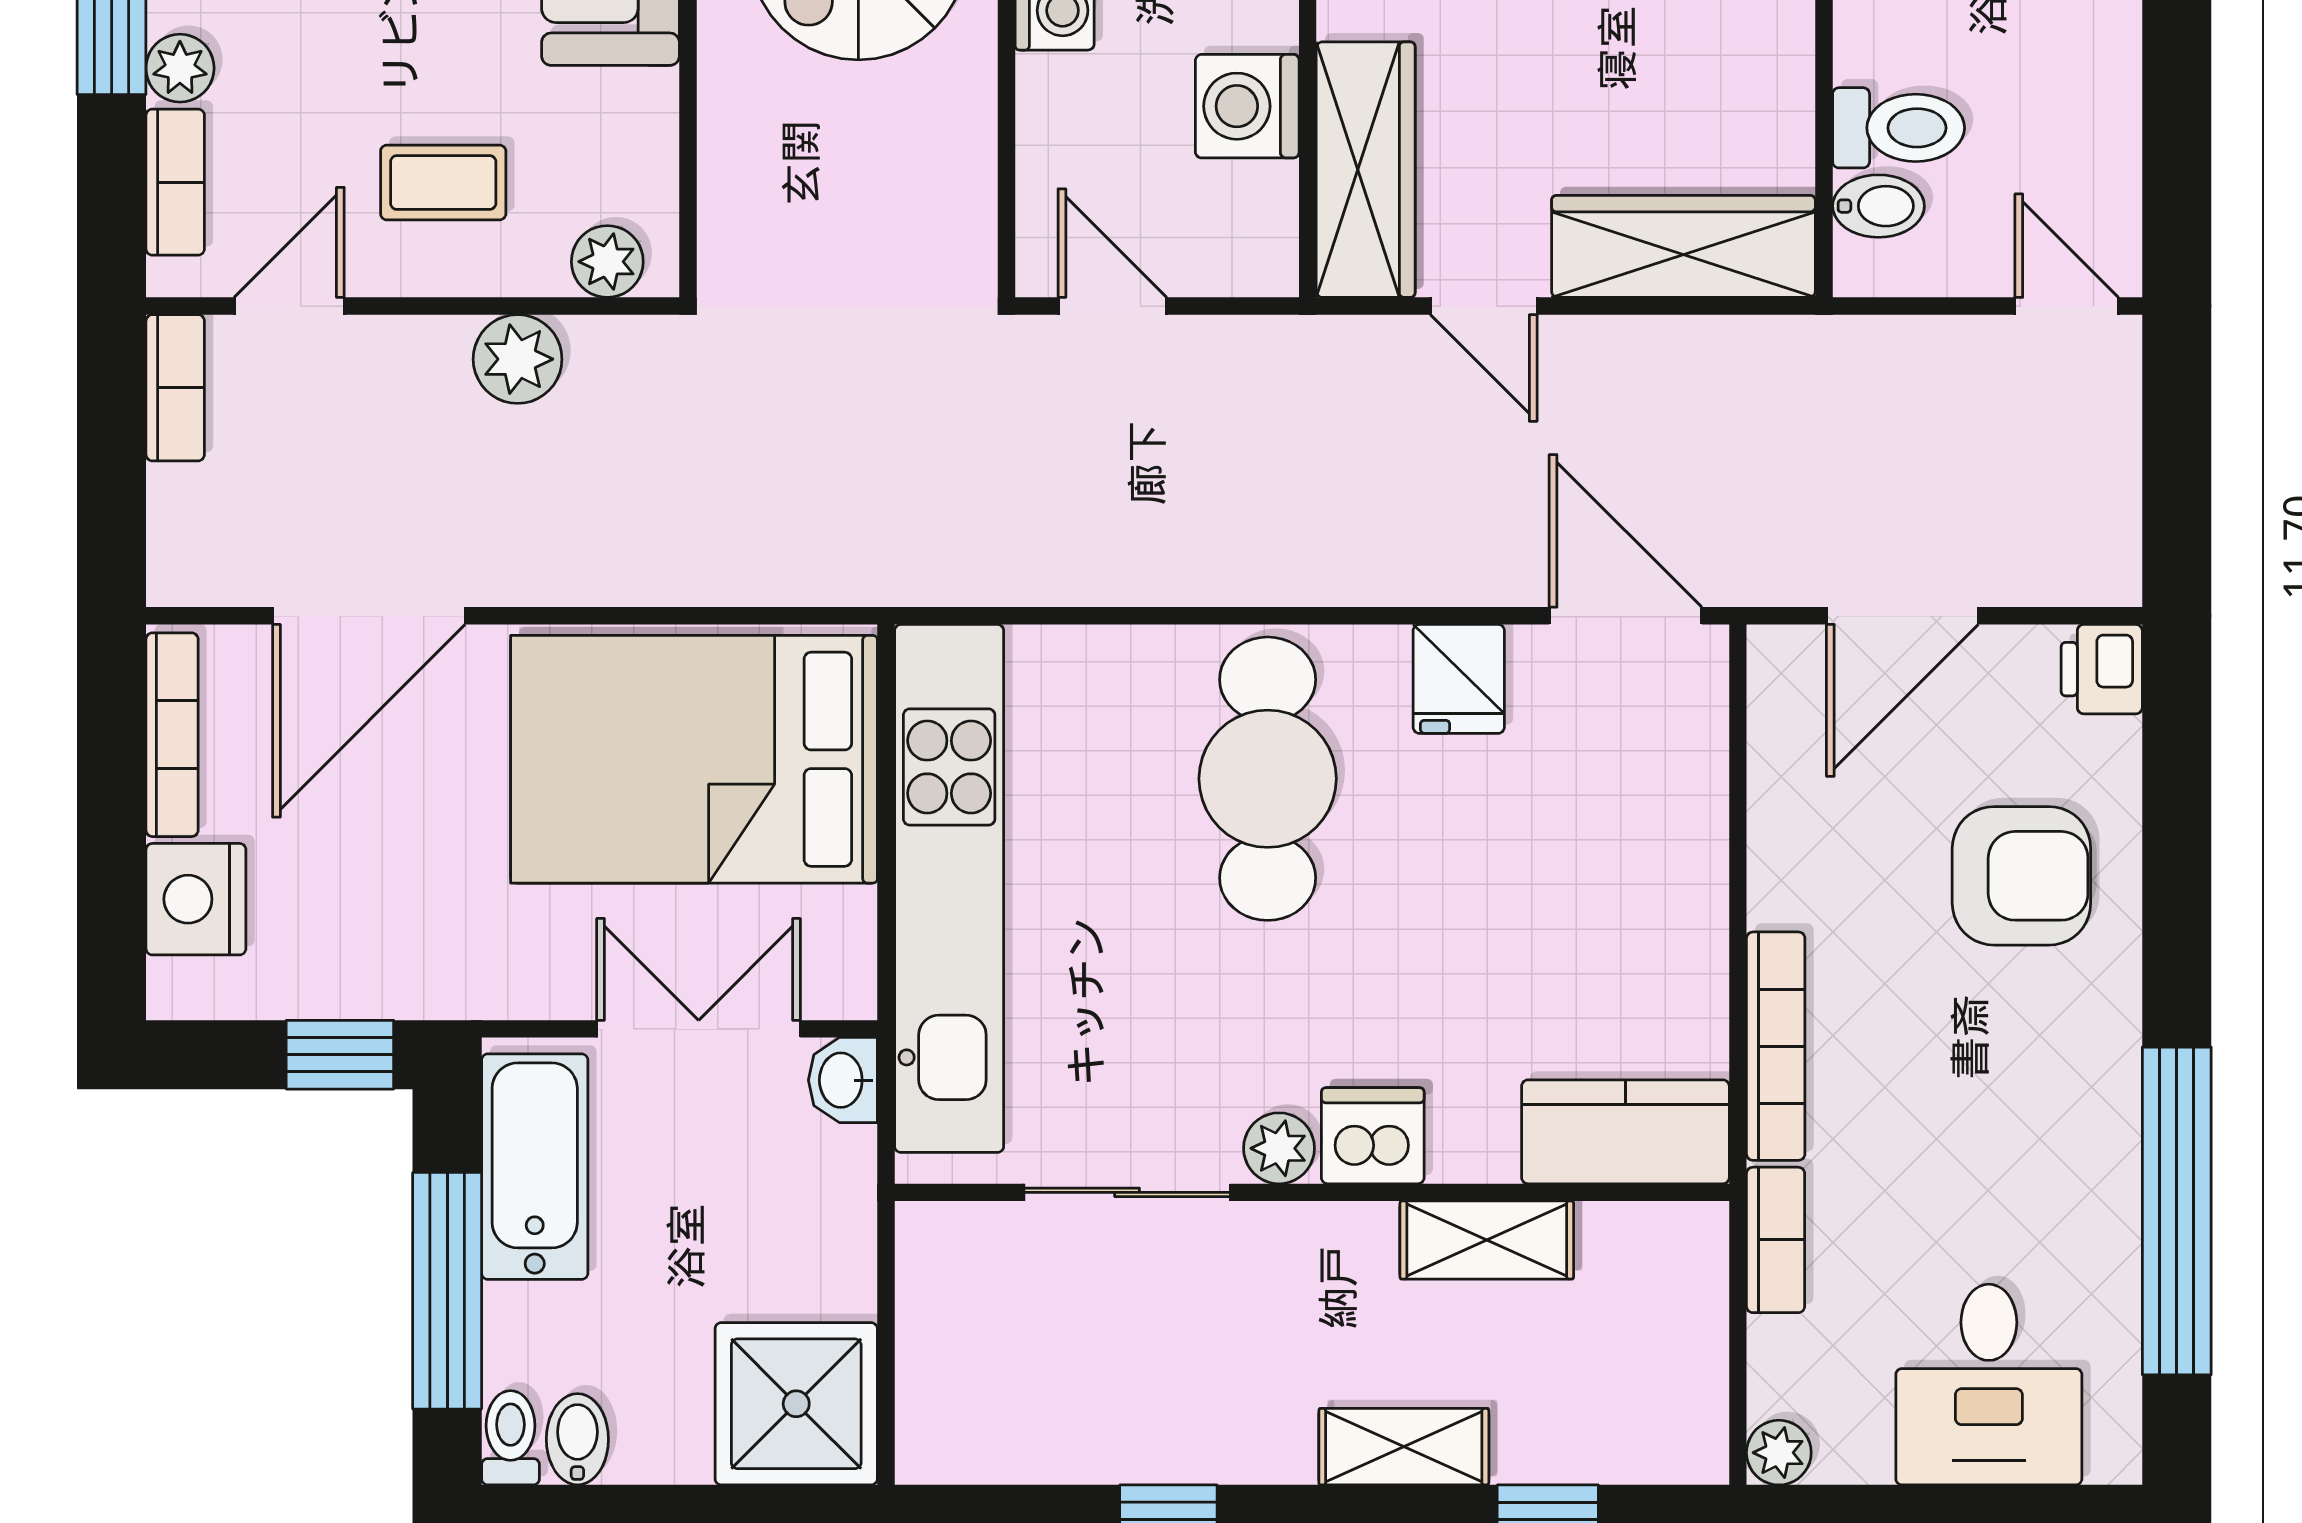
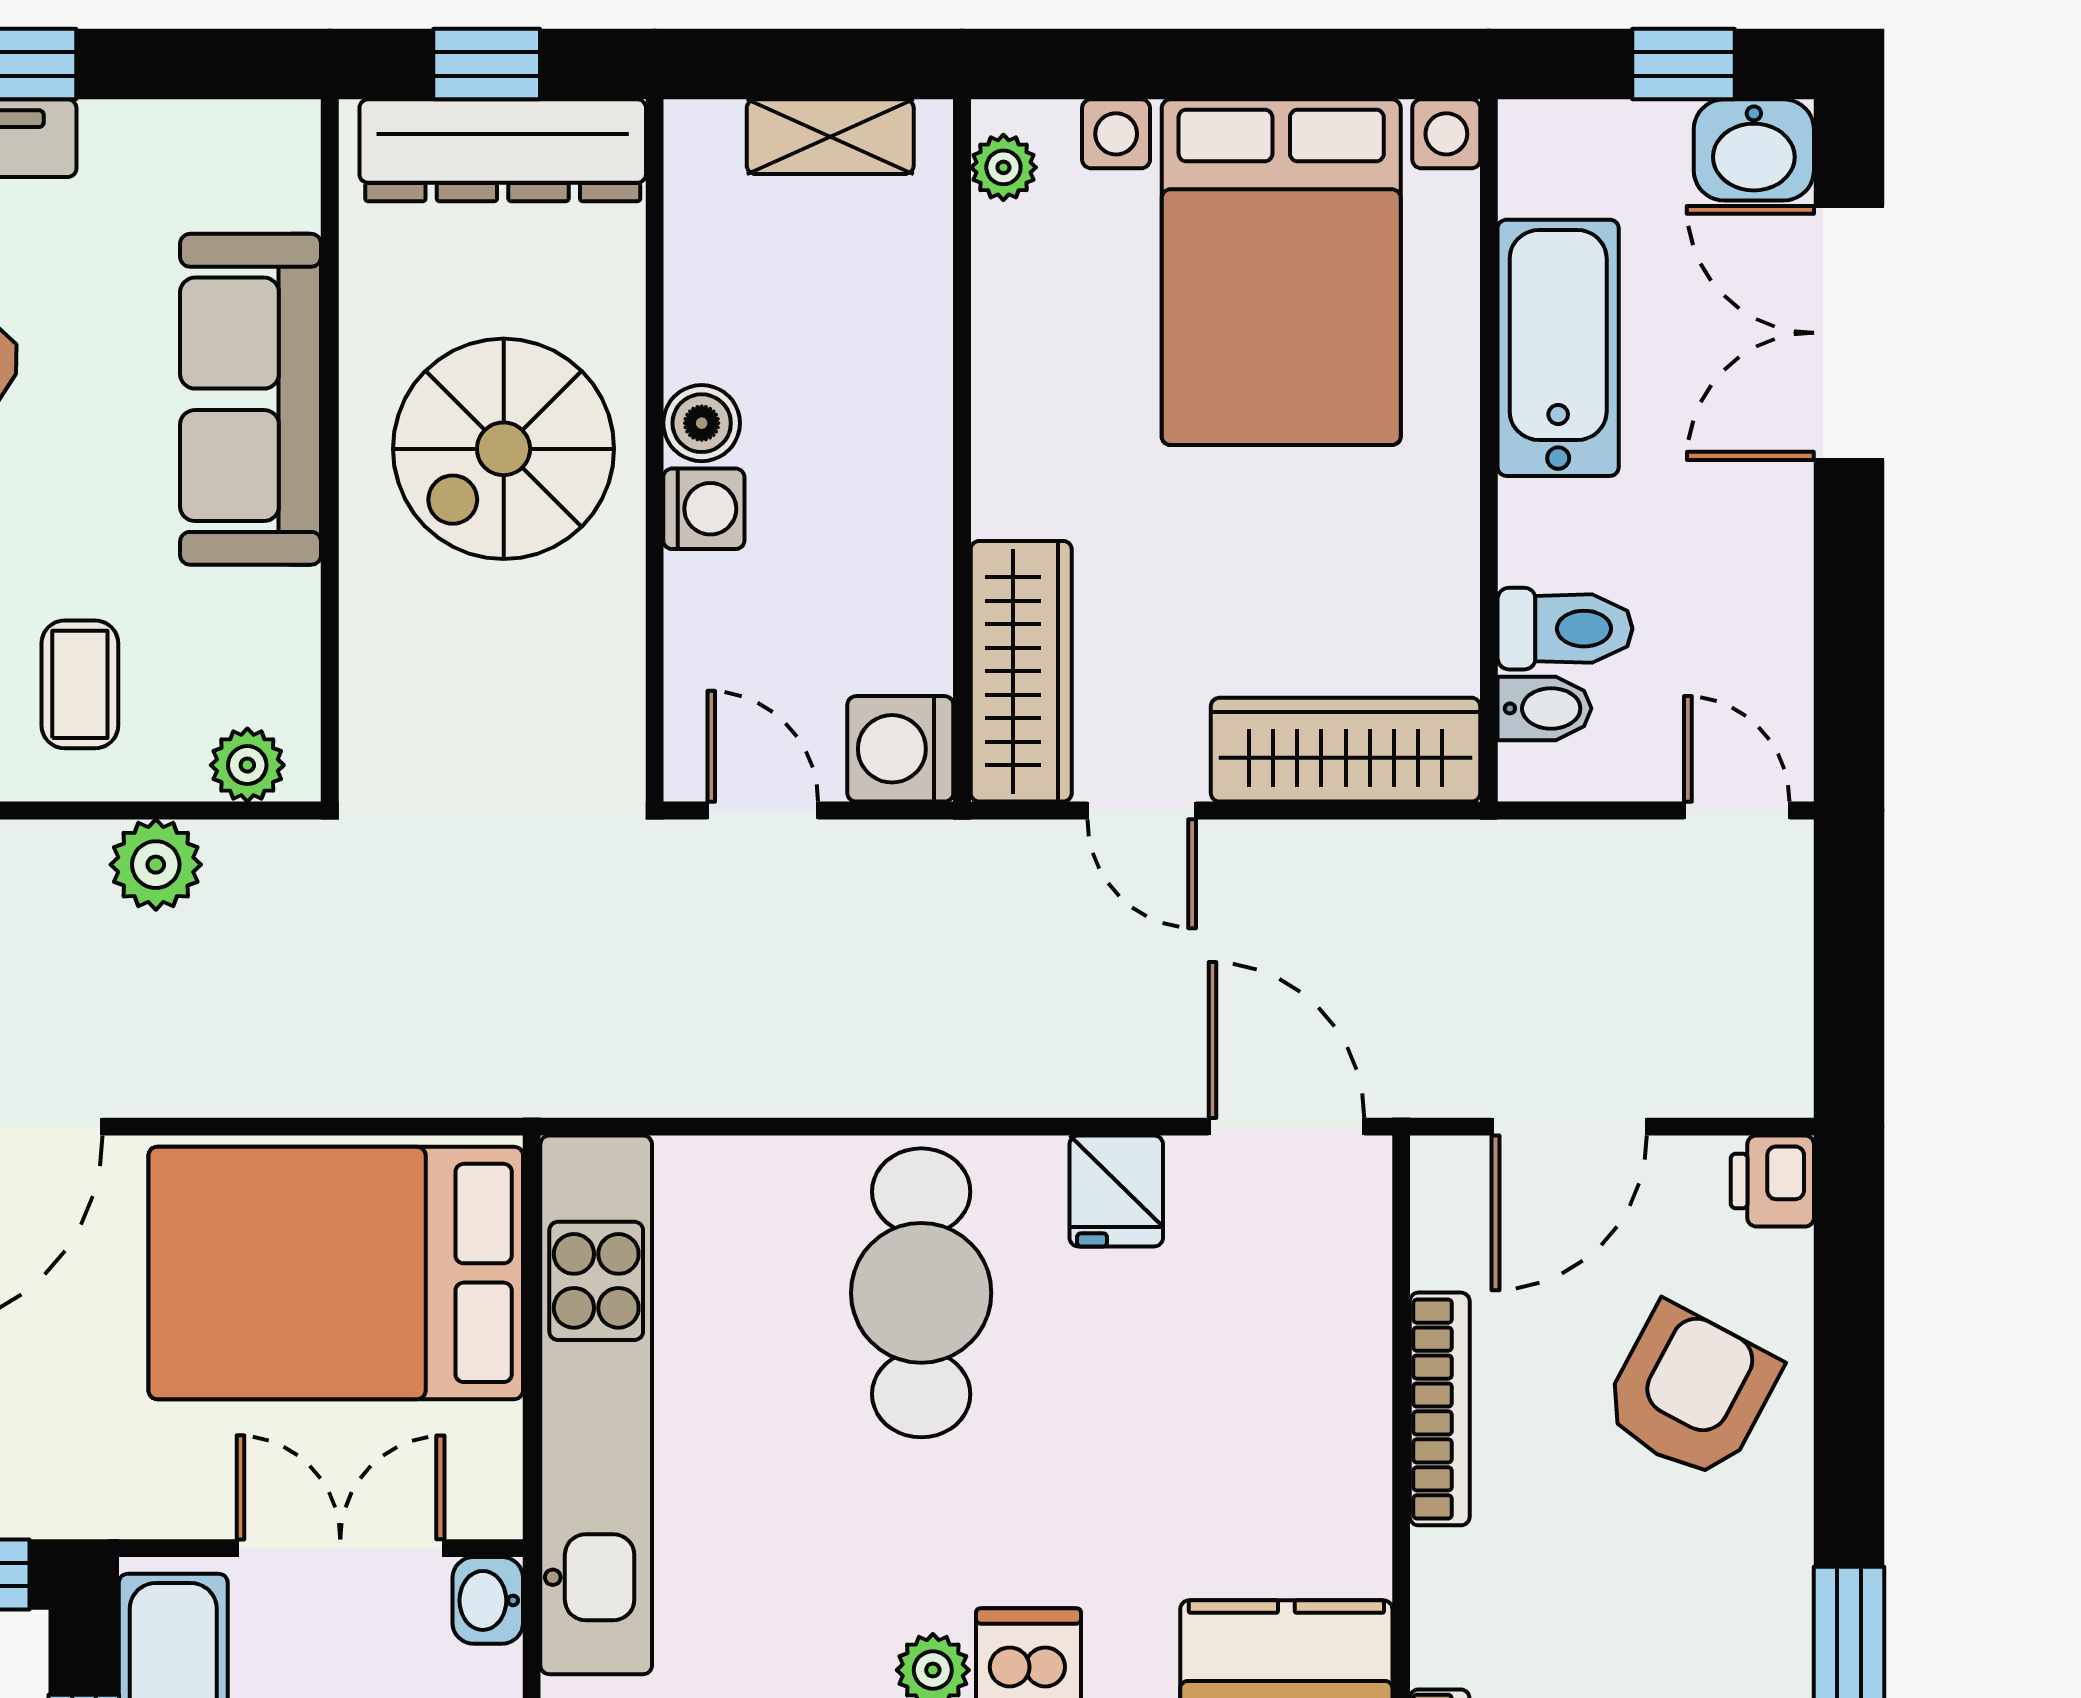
washing machine: (1247, 106) -> (900, 749), moved
coffee table: (443, 182) -> (80, 684), turned 90
armchair: (2021, 876) -> (1691, 1392), turned -62
bookcase: (1776, 1046) -> (1440, 1409), moved

